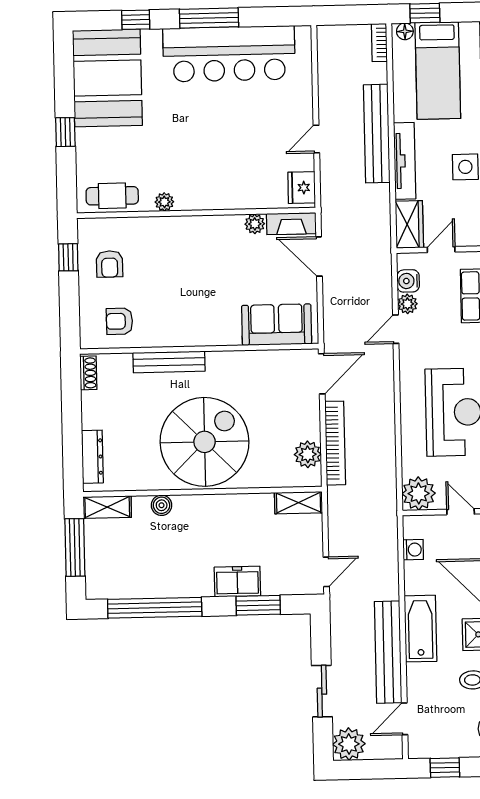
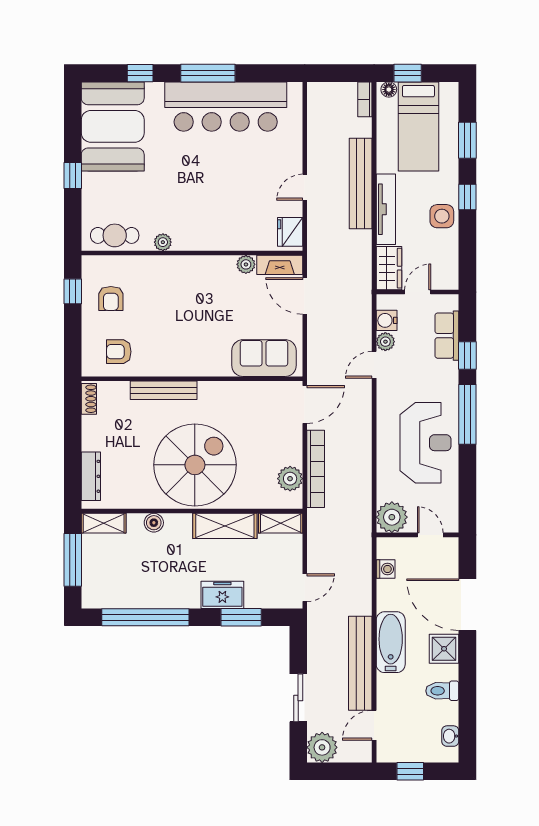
shelving: (238, 507) -> (225, 526), added

